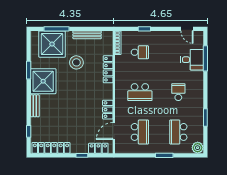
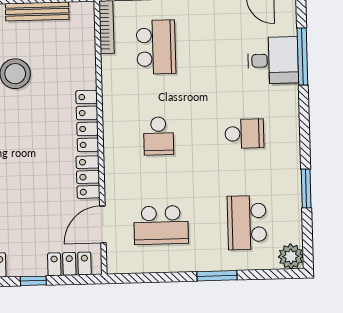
school desk: (140, 52) -> (156, 47), width x1.85
locker: (108, 69) -> (87, 121), moved
school desk: (140, 92) -> (159, 136), width x0.54
school desk: (178, 92) -> (244, 134), turned 90
school desk: (140, 132) -> (161, 225), turned 90

